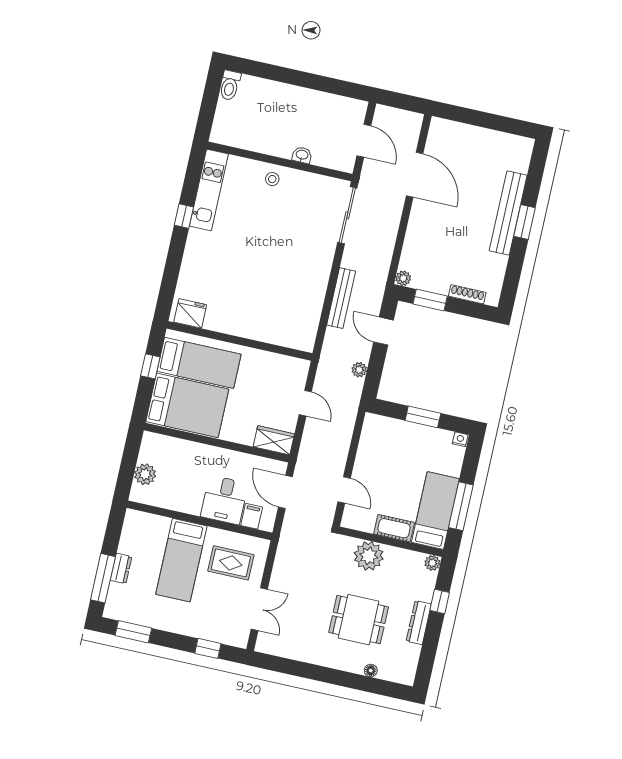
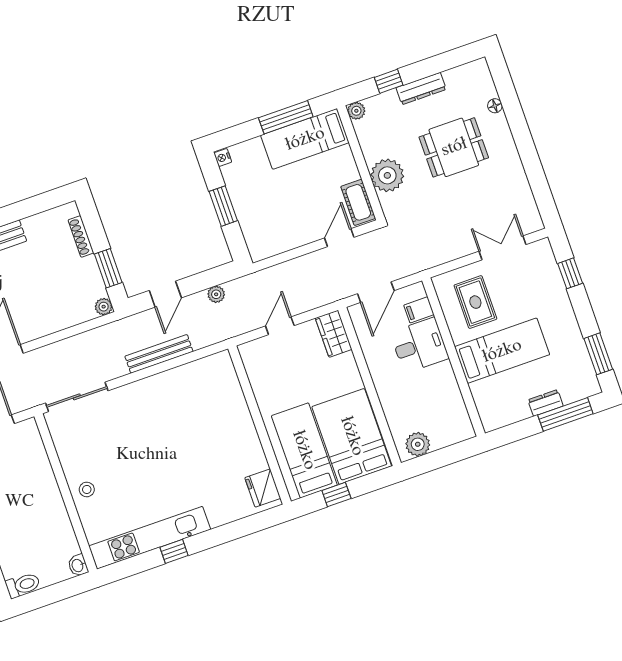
washbasin: (302, 155) -> (78, 565), moved
kitchen unit: (209, 190) -> (150, 538), width x1.36
plant: (145, 474) -> (418, 444), moved
cot: (394, 528) -> (358, 202), moved
dining table: (359, 620) -> (454, 147), turned 90

